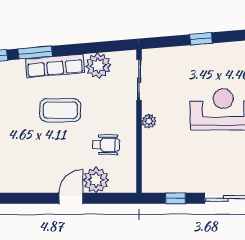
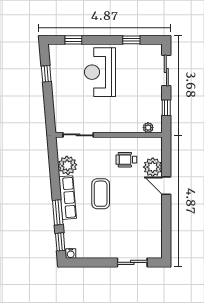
window: (201, 39) -> (46, 74), moved
plant: (149, 121) -> (148, 128), moved
wheelchair: (106, 145) -> (126, 160), turned -90

